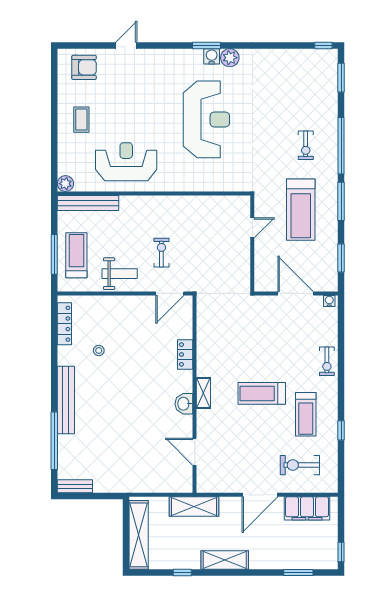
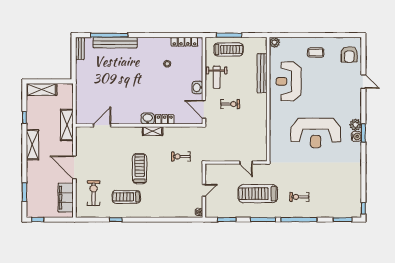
plant: (230, 58) -> (356, 125), moved
reception desk: (126, 162) -> (289, 81), turned 180
bench: (88, 203) -> (262, 73), moved
door: (296, 293) -> (204, 190), width x0.53
washbasin: (136, 304) -> (197, 87), added
exercise bike: (327, 361) -> (181, 156), moved
shelving: (203, 393) -> (153, 131), moved
bench: (66, 400) -> (115, 43), moved
washbasin: (184, 404) -> (148, 119), moved
shelving: (139, 535) -> (42, 89), width x0.68

